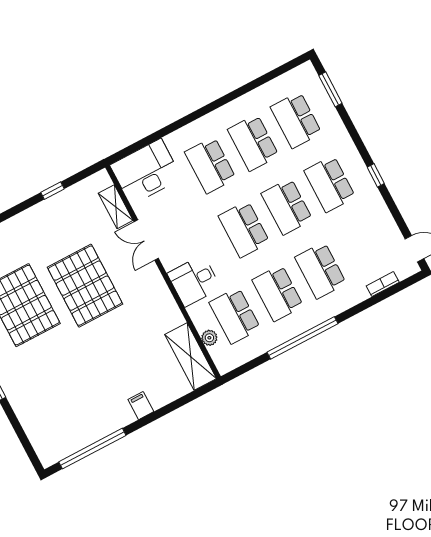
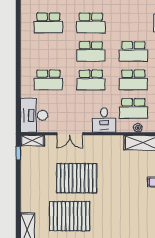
school desk: (253, 143) -> (48, 51), removed
window: (52, 191) -> (18, 153), moved
shelving: (116, 207) -> (32, 141), moved

